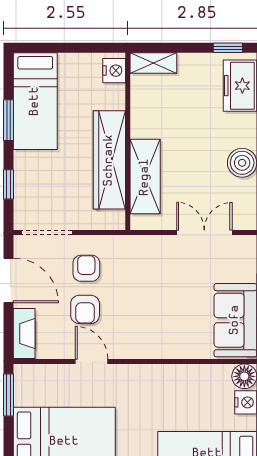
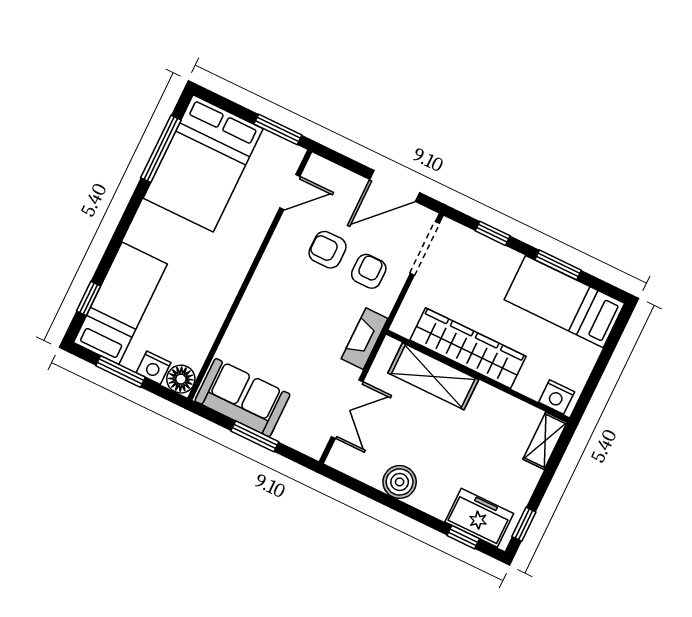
armchair: (86, 268) -> (369, 271), turned -90
fireplace: (24, 334) -> (365, 339), moved, turned 90
door: (92, 362) -> (290, 192), moved

